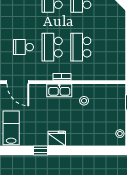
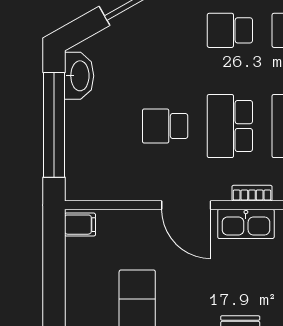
door: (18, 82) -> (186, 205), moved

